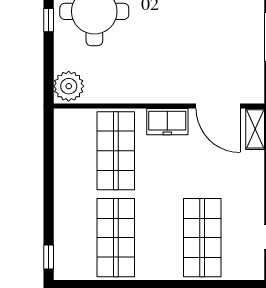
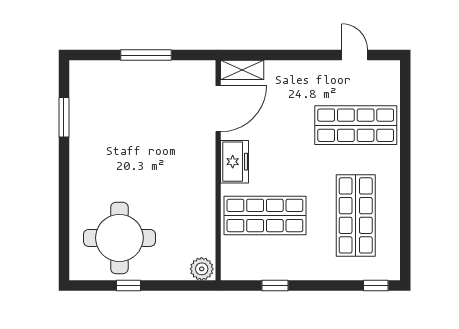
plant: (69, 86) -> (202, 269), width x0.73, depth x0.73
window: (49, 160) -> (275, 286), added
shop shelf: (116, 238) -> (356, 215), turned 90

